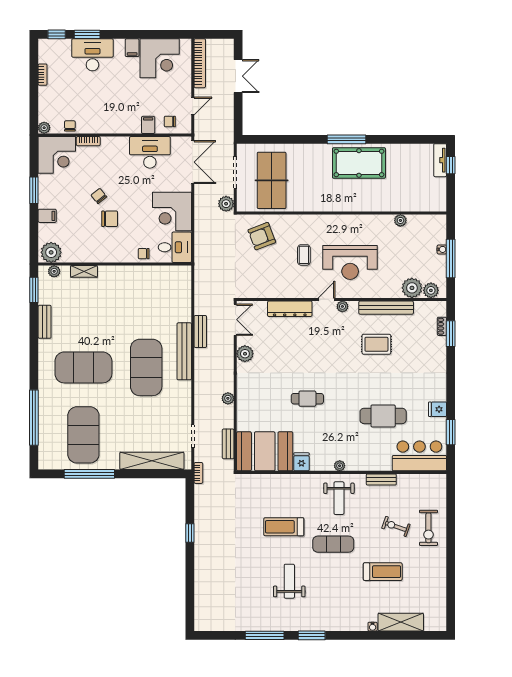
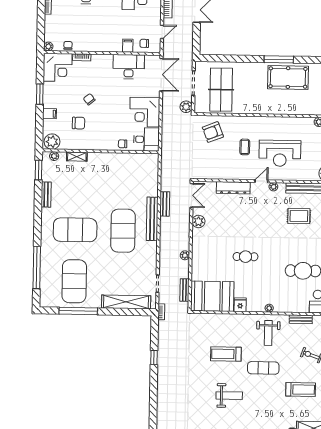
chair: (110, 219) -> (79, 123), moved
weight bench: (289, 581) -> (229, 396), turned 90

